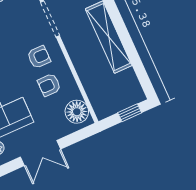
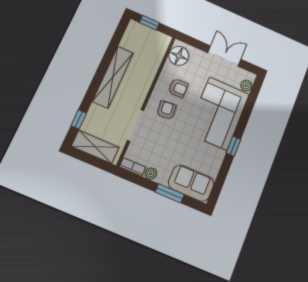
armchair: (39, 57) -> (166, 110), turned 84

